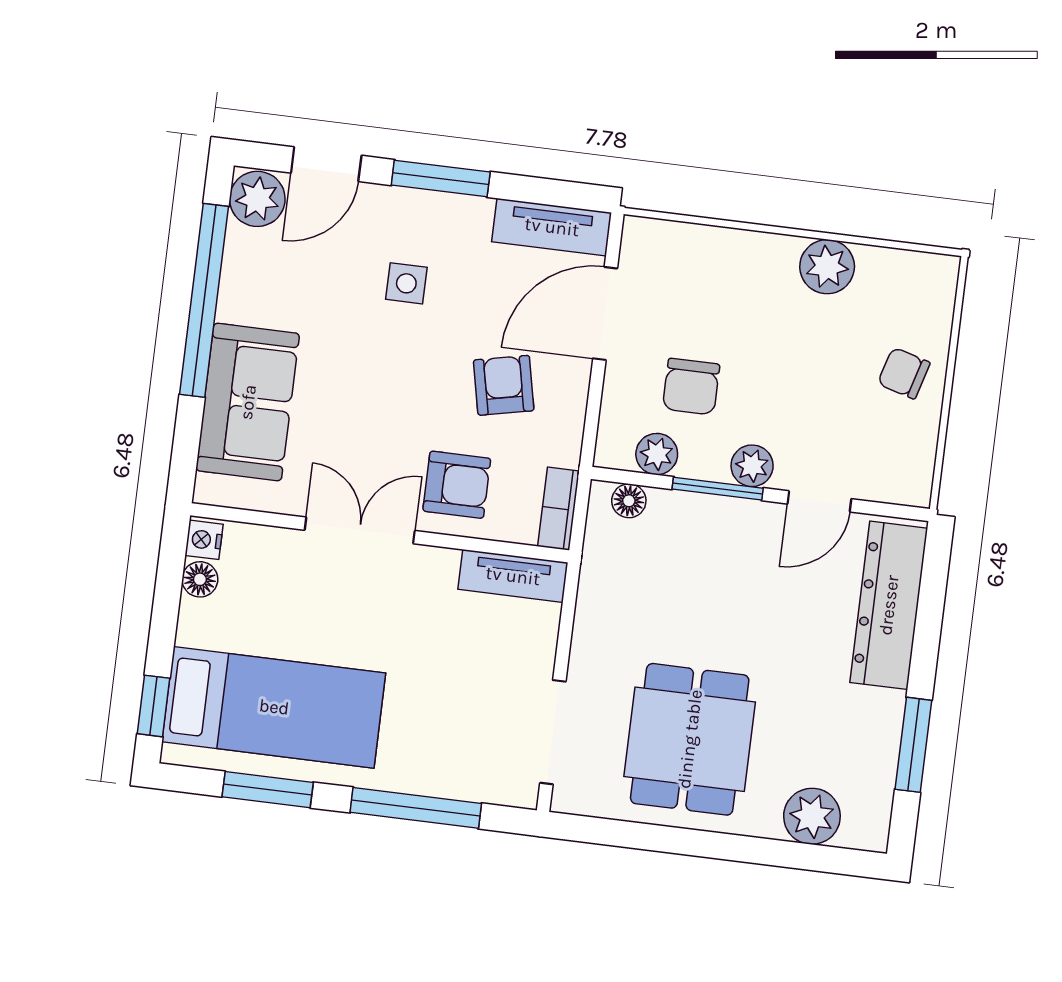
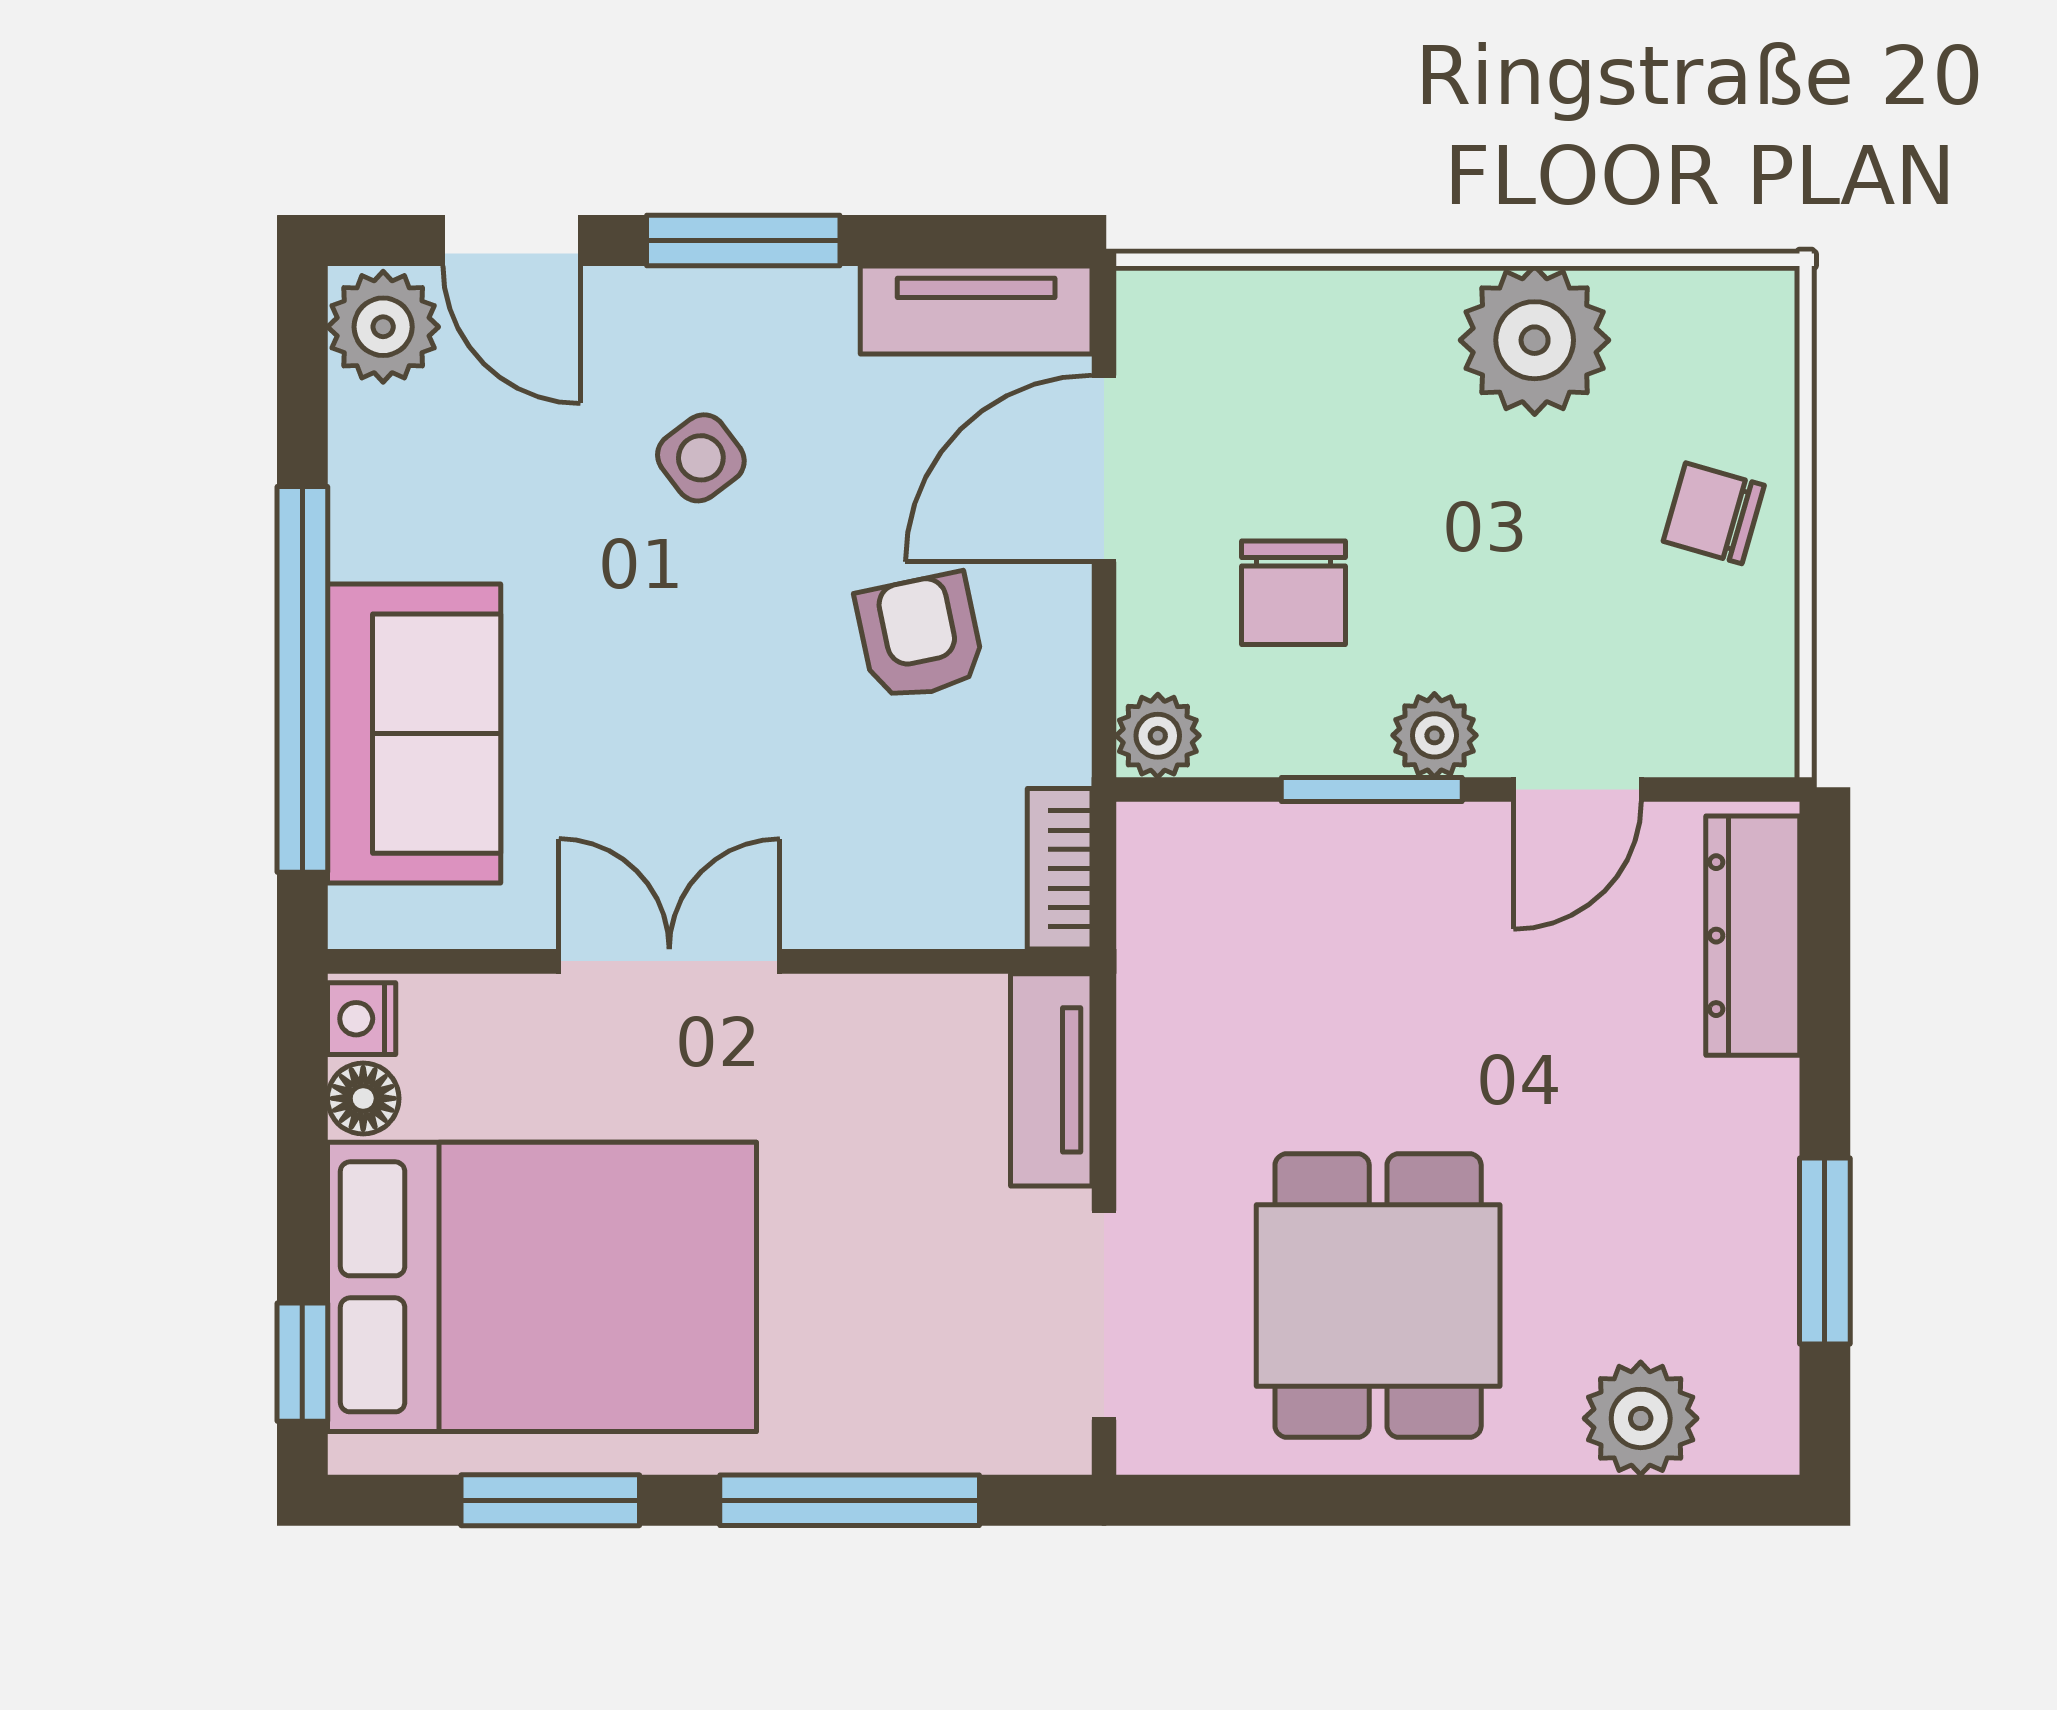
door: (326, 164) -> (512, 241), hinge flipped
plant: (827, 267) -> (1535, 340), width x1.36, depth x1.36
side table: (406, 283) -> (701, 458), turned -37
window: (204, 300) -> (302, 679), moved
plant: (657, 454) -> (1158, 736), moved
armchair: (457, 485) -> (851, 846), removed
floor lamp: (629, 501) -> (1198, 836), removed
tv unit: (513, 576) -> (1051, 1080), moved, turned 90
dresser: (889, 605) -> (1753, 936), width x0.73, depth x0.80
bed: (274, 707) -> (542, 1287), width x1.50

